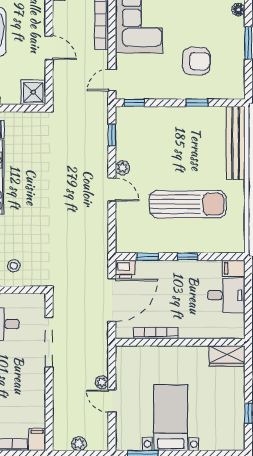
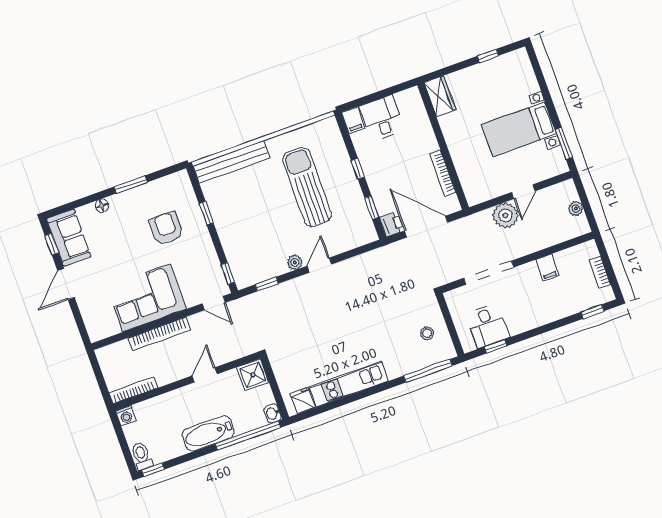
plant: (102, 382) -> (505, 215), width x1.88, depth x1.88
filing cabinet: (37, 439) -> (547, 268), moved, turned -90

